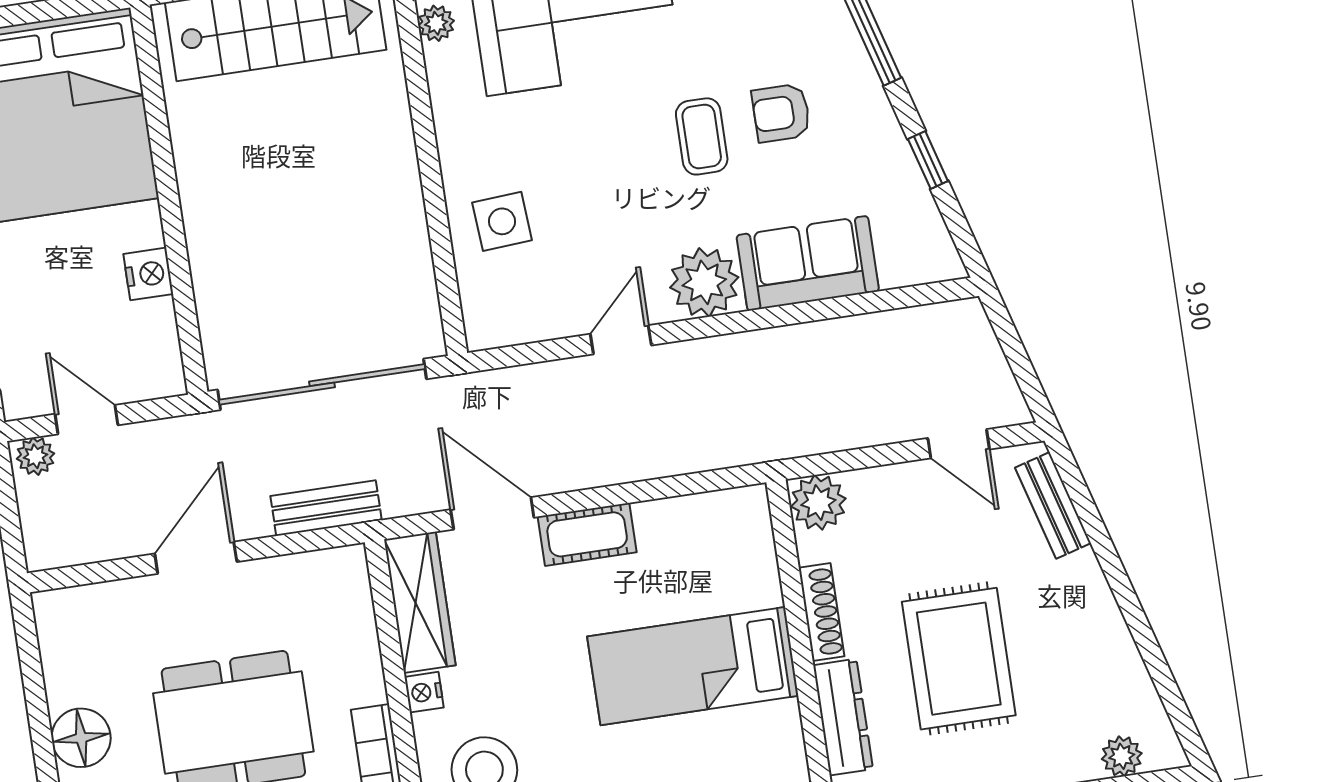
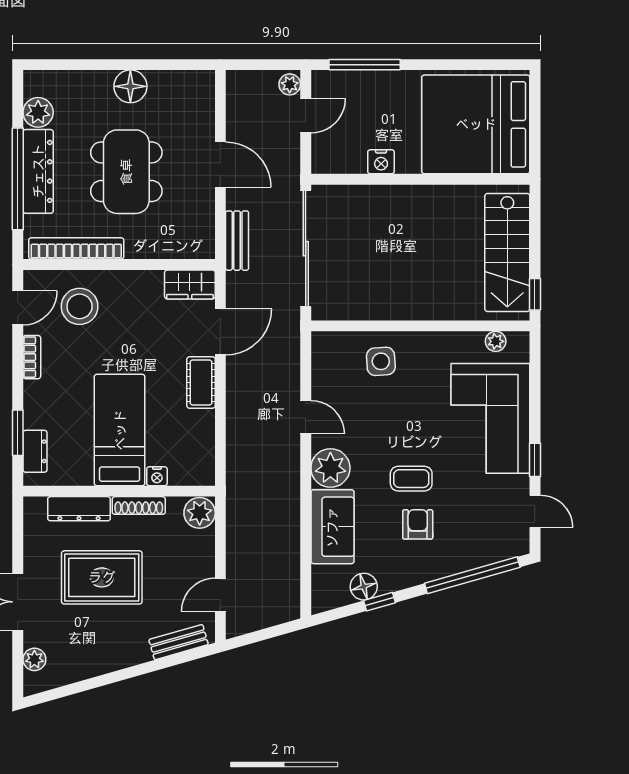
floor lamp: (906, 192) -> (364, 587), added
wardrobe: (420, 602) -> (190, 284), width x0.67
nightstand: (424, 692) -> (157, 476), moved, turned 180

